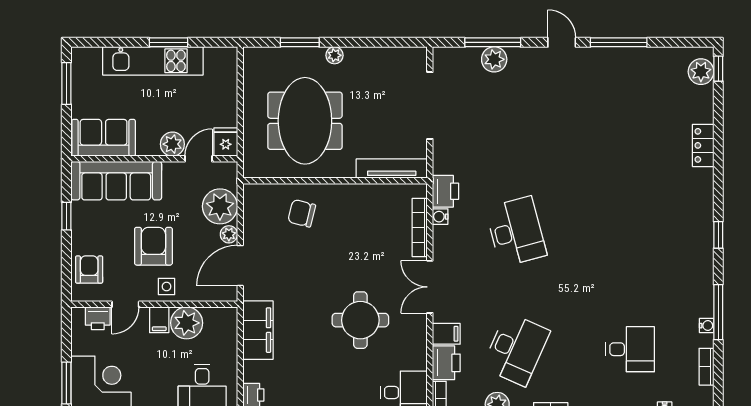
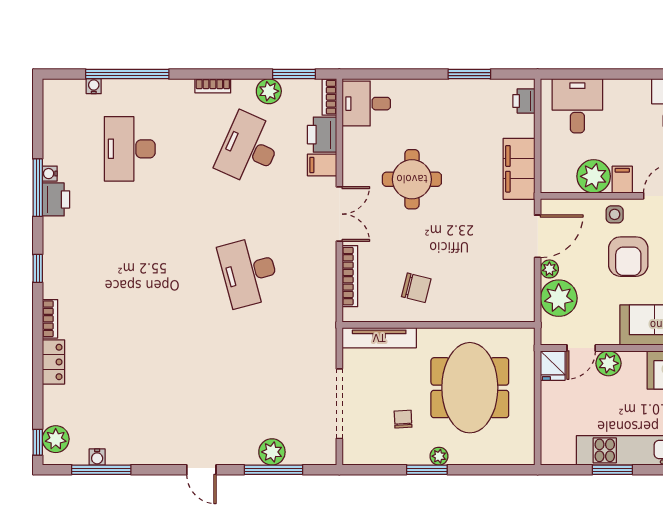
window: (300, 42) -> (427, 470), moved
window: (619, 42) -> (101, 470), moved
chair: (369, 91) -> (403, 419), added
printer: (446, 191) -> (56, 199), moved, turned 180
chair: (302, 213) -> (416, 288), moved
water cooler: (440, 217) -> (97, 457), moved, turned 90
desk: (630, 349) -> (130, 149), width x1.37
bookcase: (706, 367) -> (50, 319), moved

